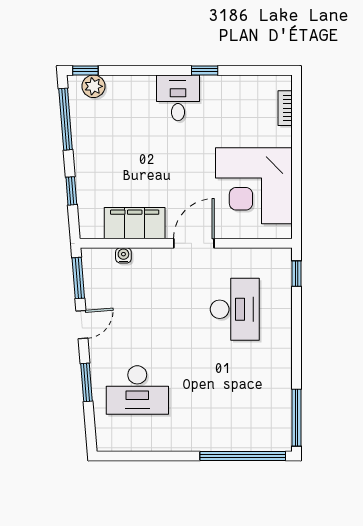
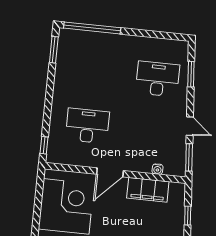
desk: (235, 309) -> (87, 126), turned 90
door: (82, 325) -> (190, 126), swing flipped
window: (87, 382) -> (191, 74), moved
window: (297, 418) -> (54, 50), width x0.69

